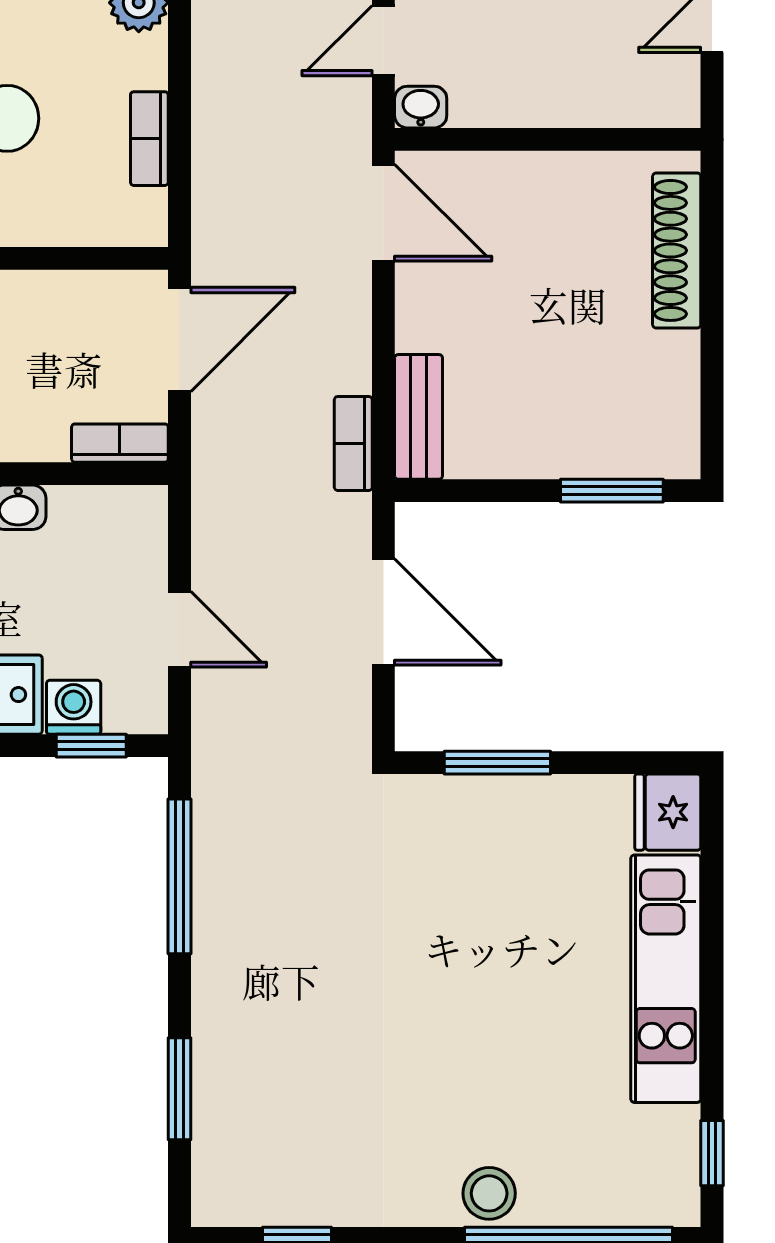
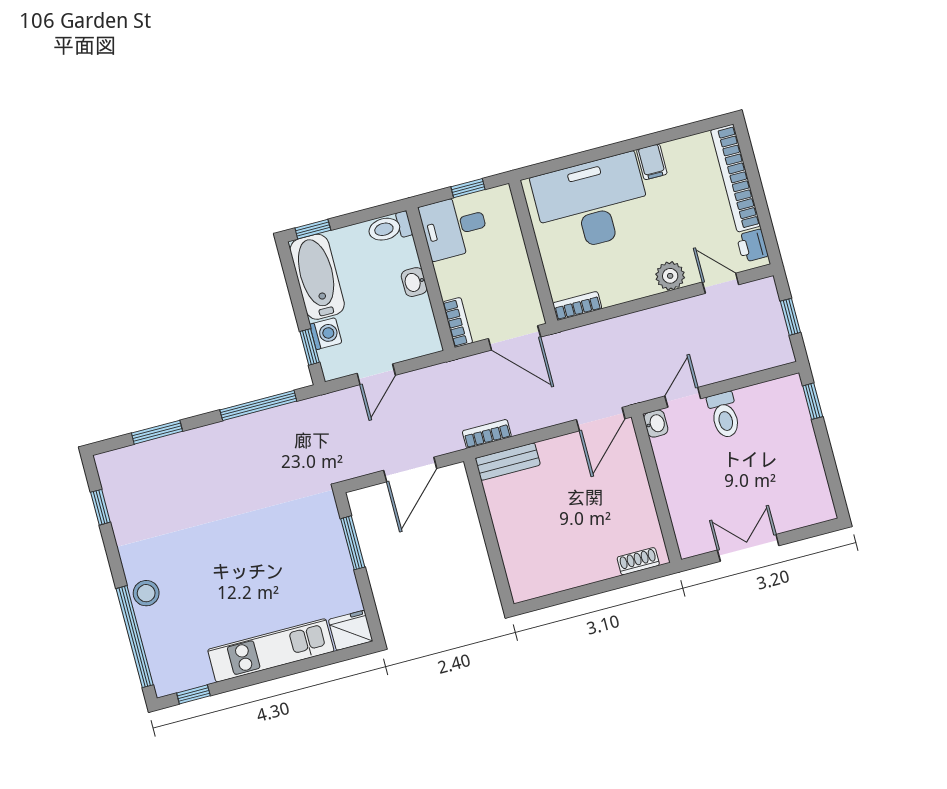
door: (383, 41) -> (683, 397), hinge flipped
bookcase: (149, 139) -> (577, 306), moved
shoe rack: (677, 250) -> (638, 561), width x0.51, depth x0.81
window: (612, 491) -> (497, 563), removed

